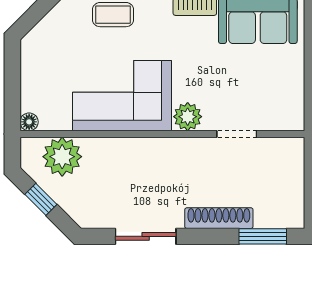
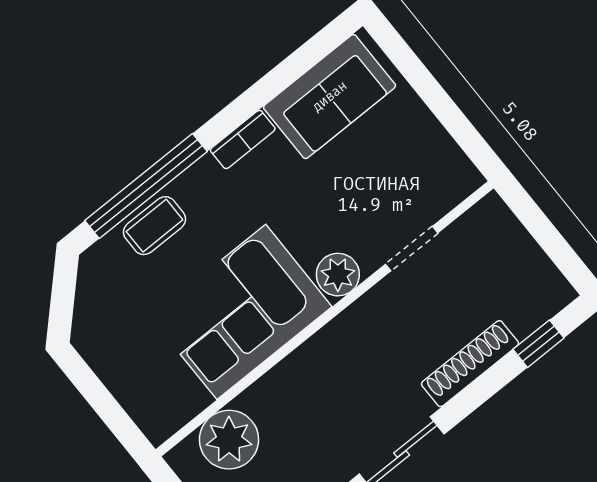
floor lamp: (29, 122) -> (157, 430), removed
window: (263, 236) -> (538, 344), width x0.67

